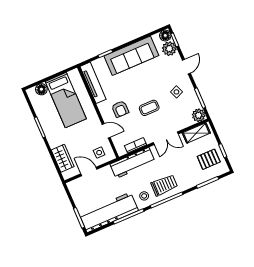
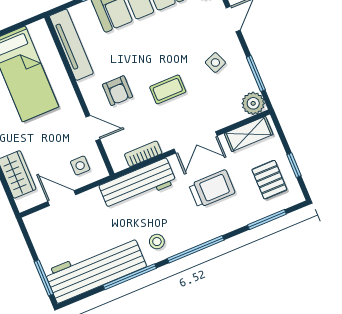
pallet: (209, 159) -> (269, 180), turned 90
trolley: (164, 185) -> (212, 189), moved

